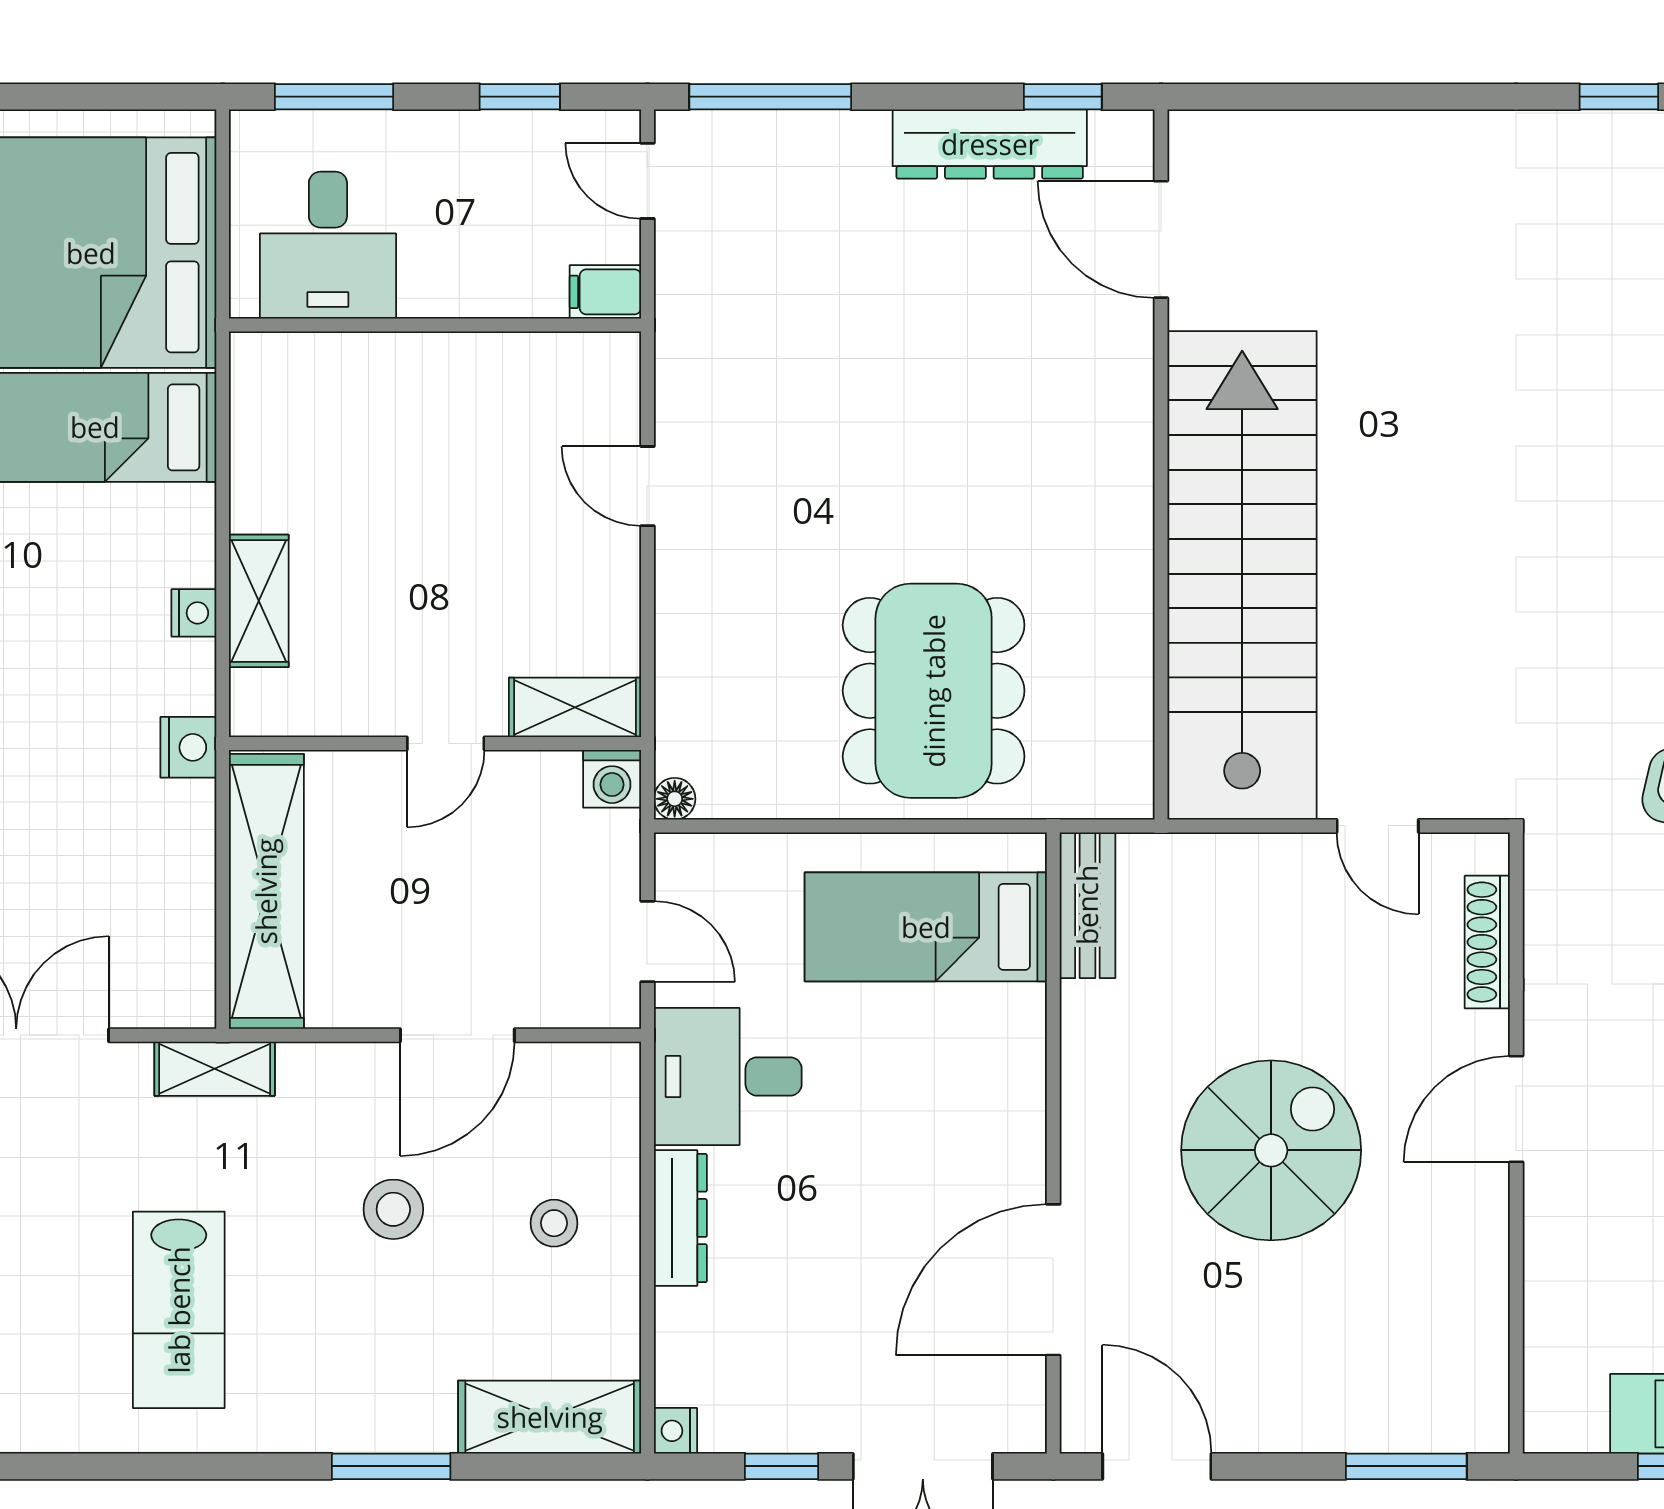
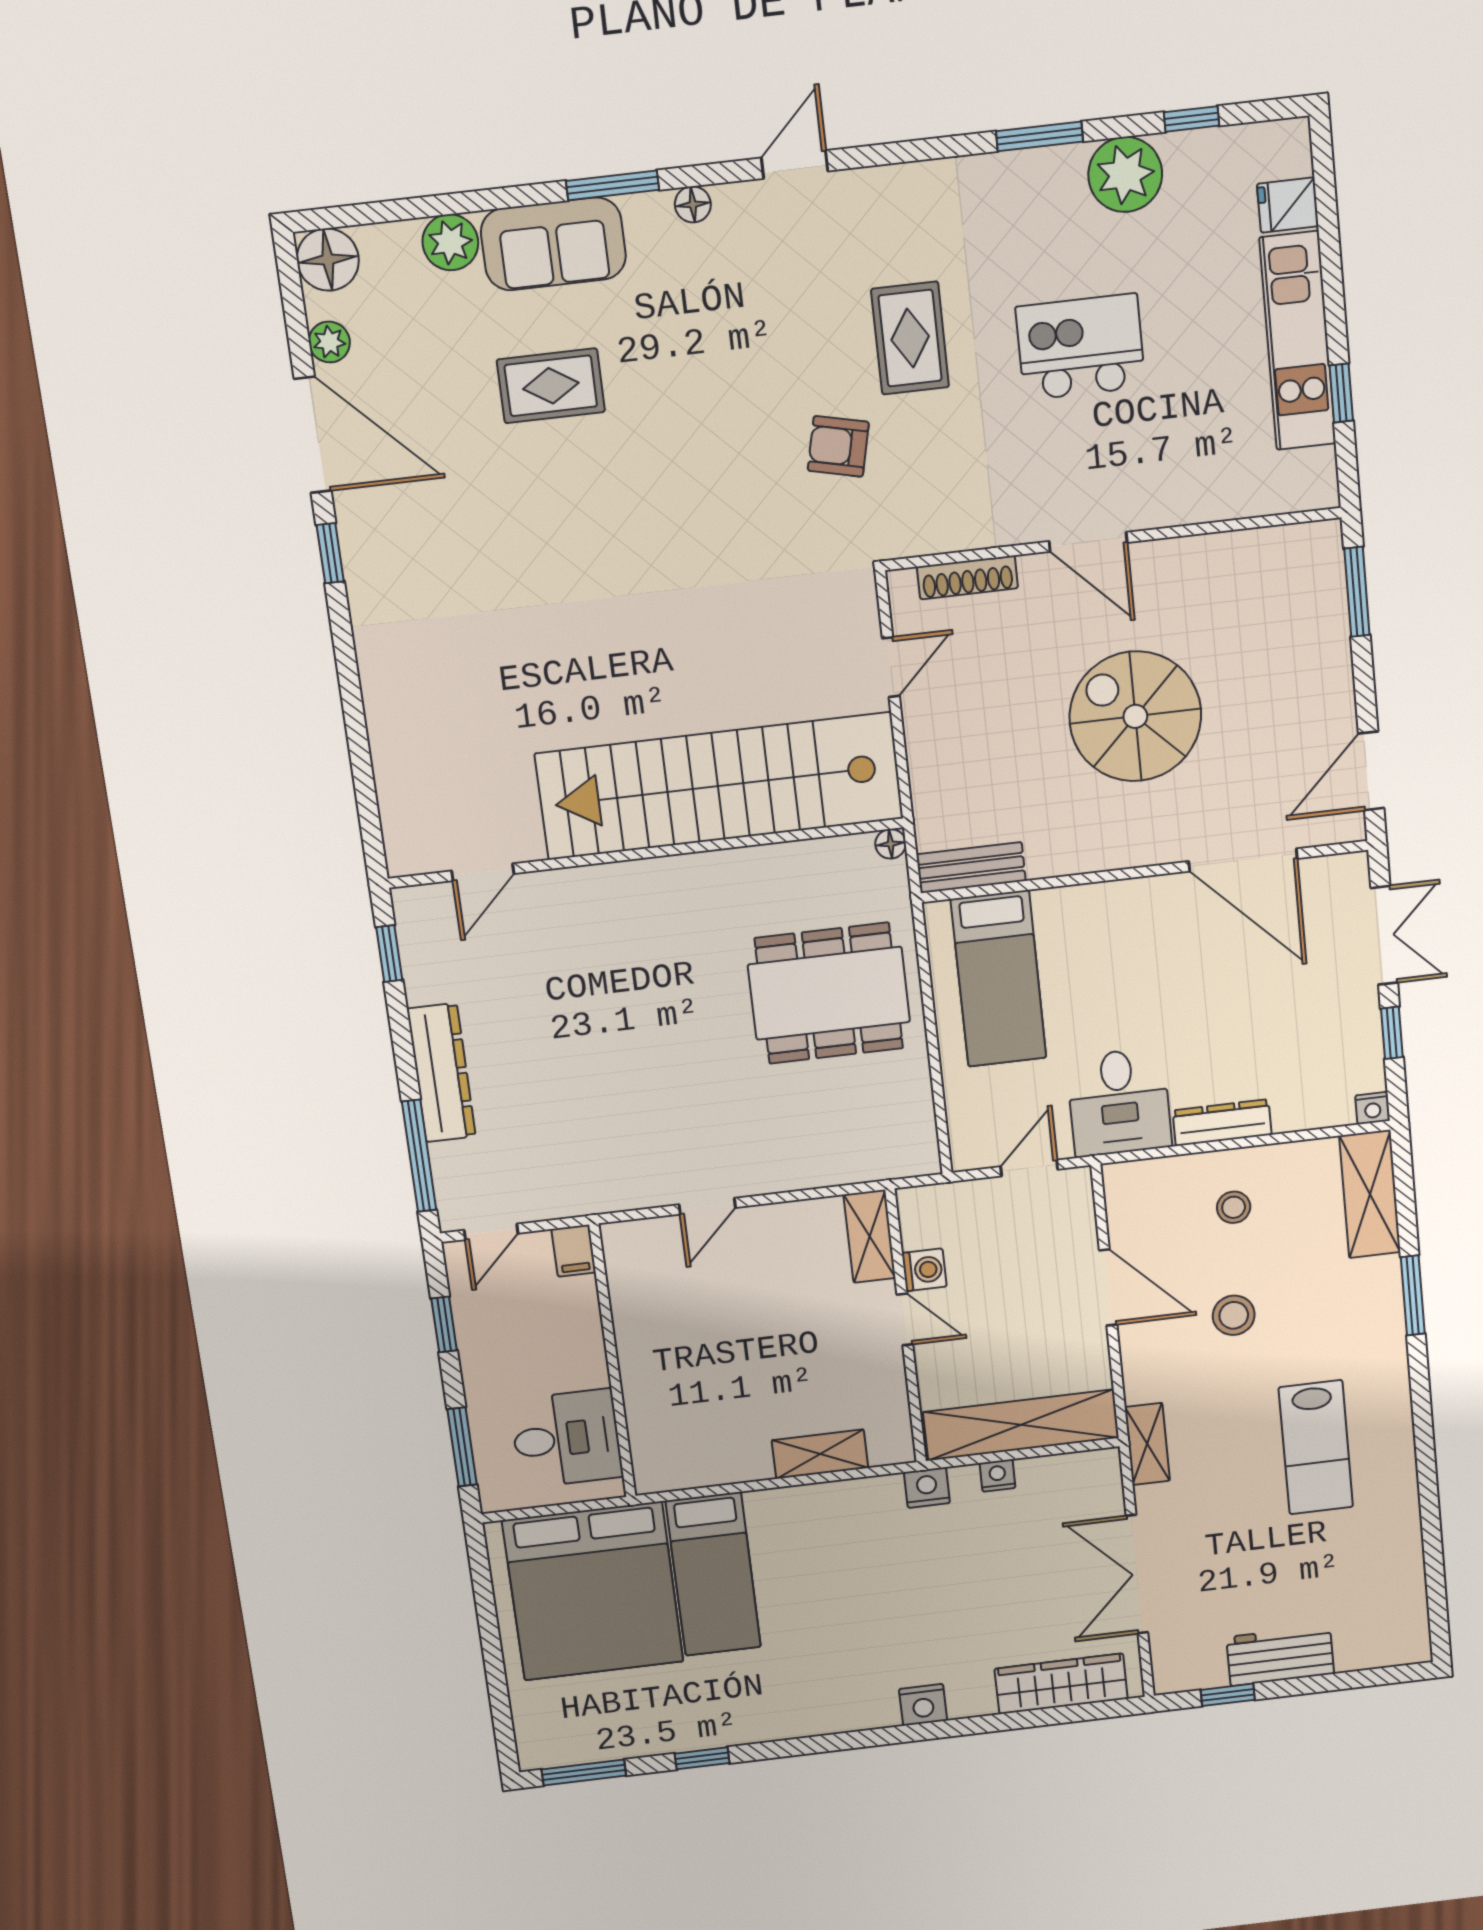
dresser: (990, 144) -> (441, 1073), moved
door: (1161, 239) -> (483, 872), width x0.73
nightstand: (194, 613) -> (997, 1475), moved
washing machine: (612, 779) -> (924, 1270), moved
floor lamp: (675, 799) -> (891, 844), moved
lab bench: (179, 1310) -> (1316, 1447), turned 90

